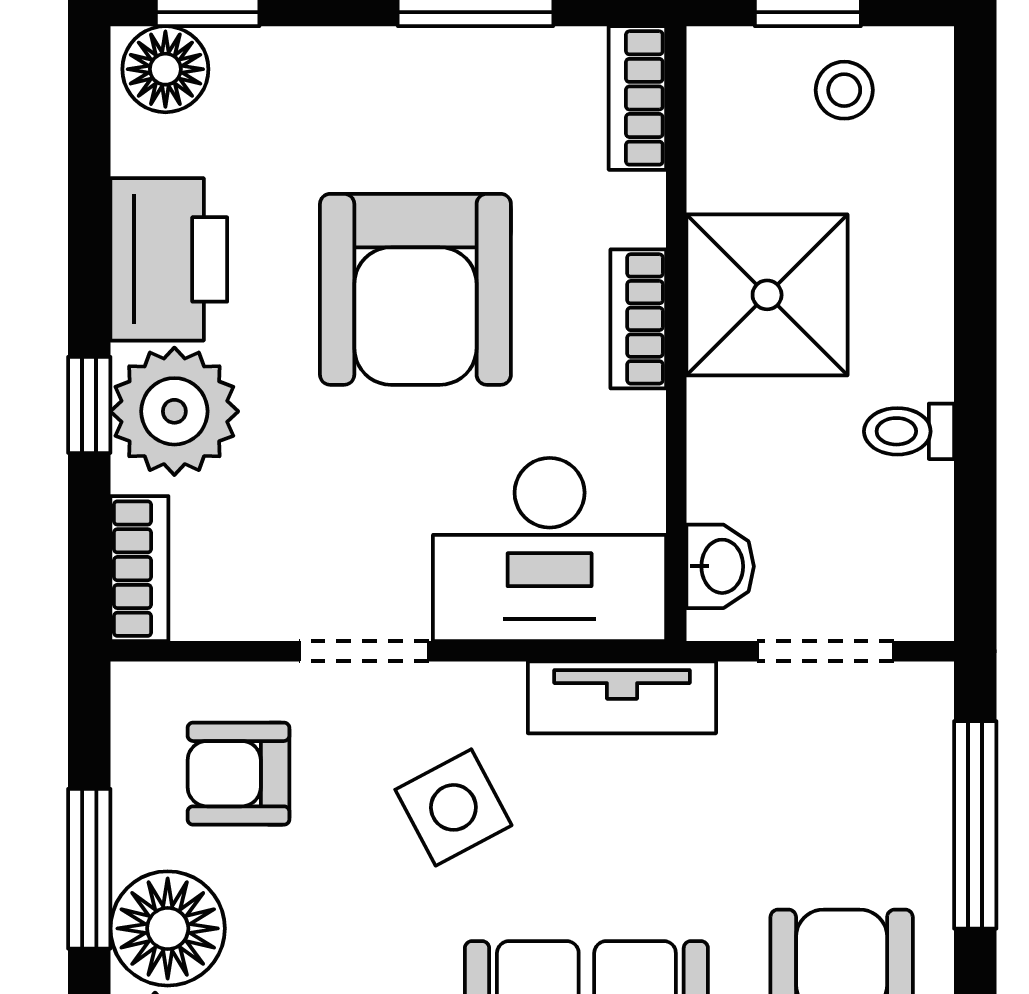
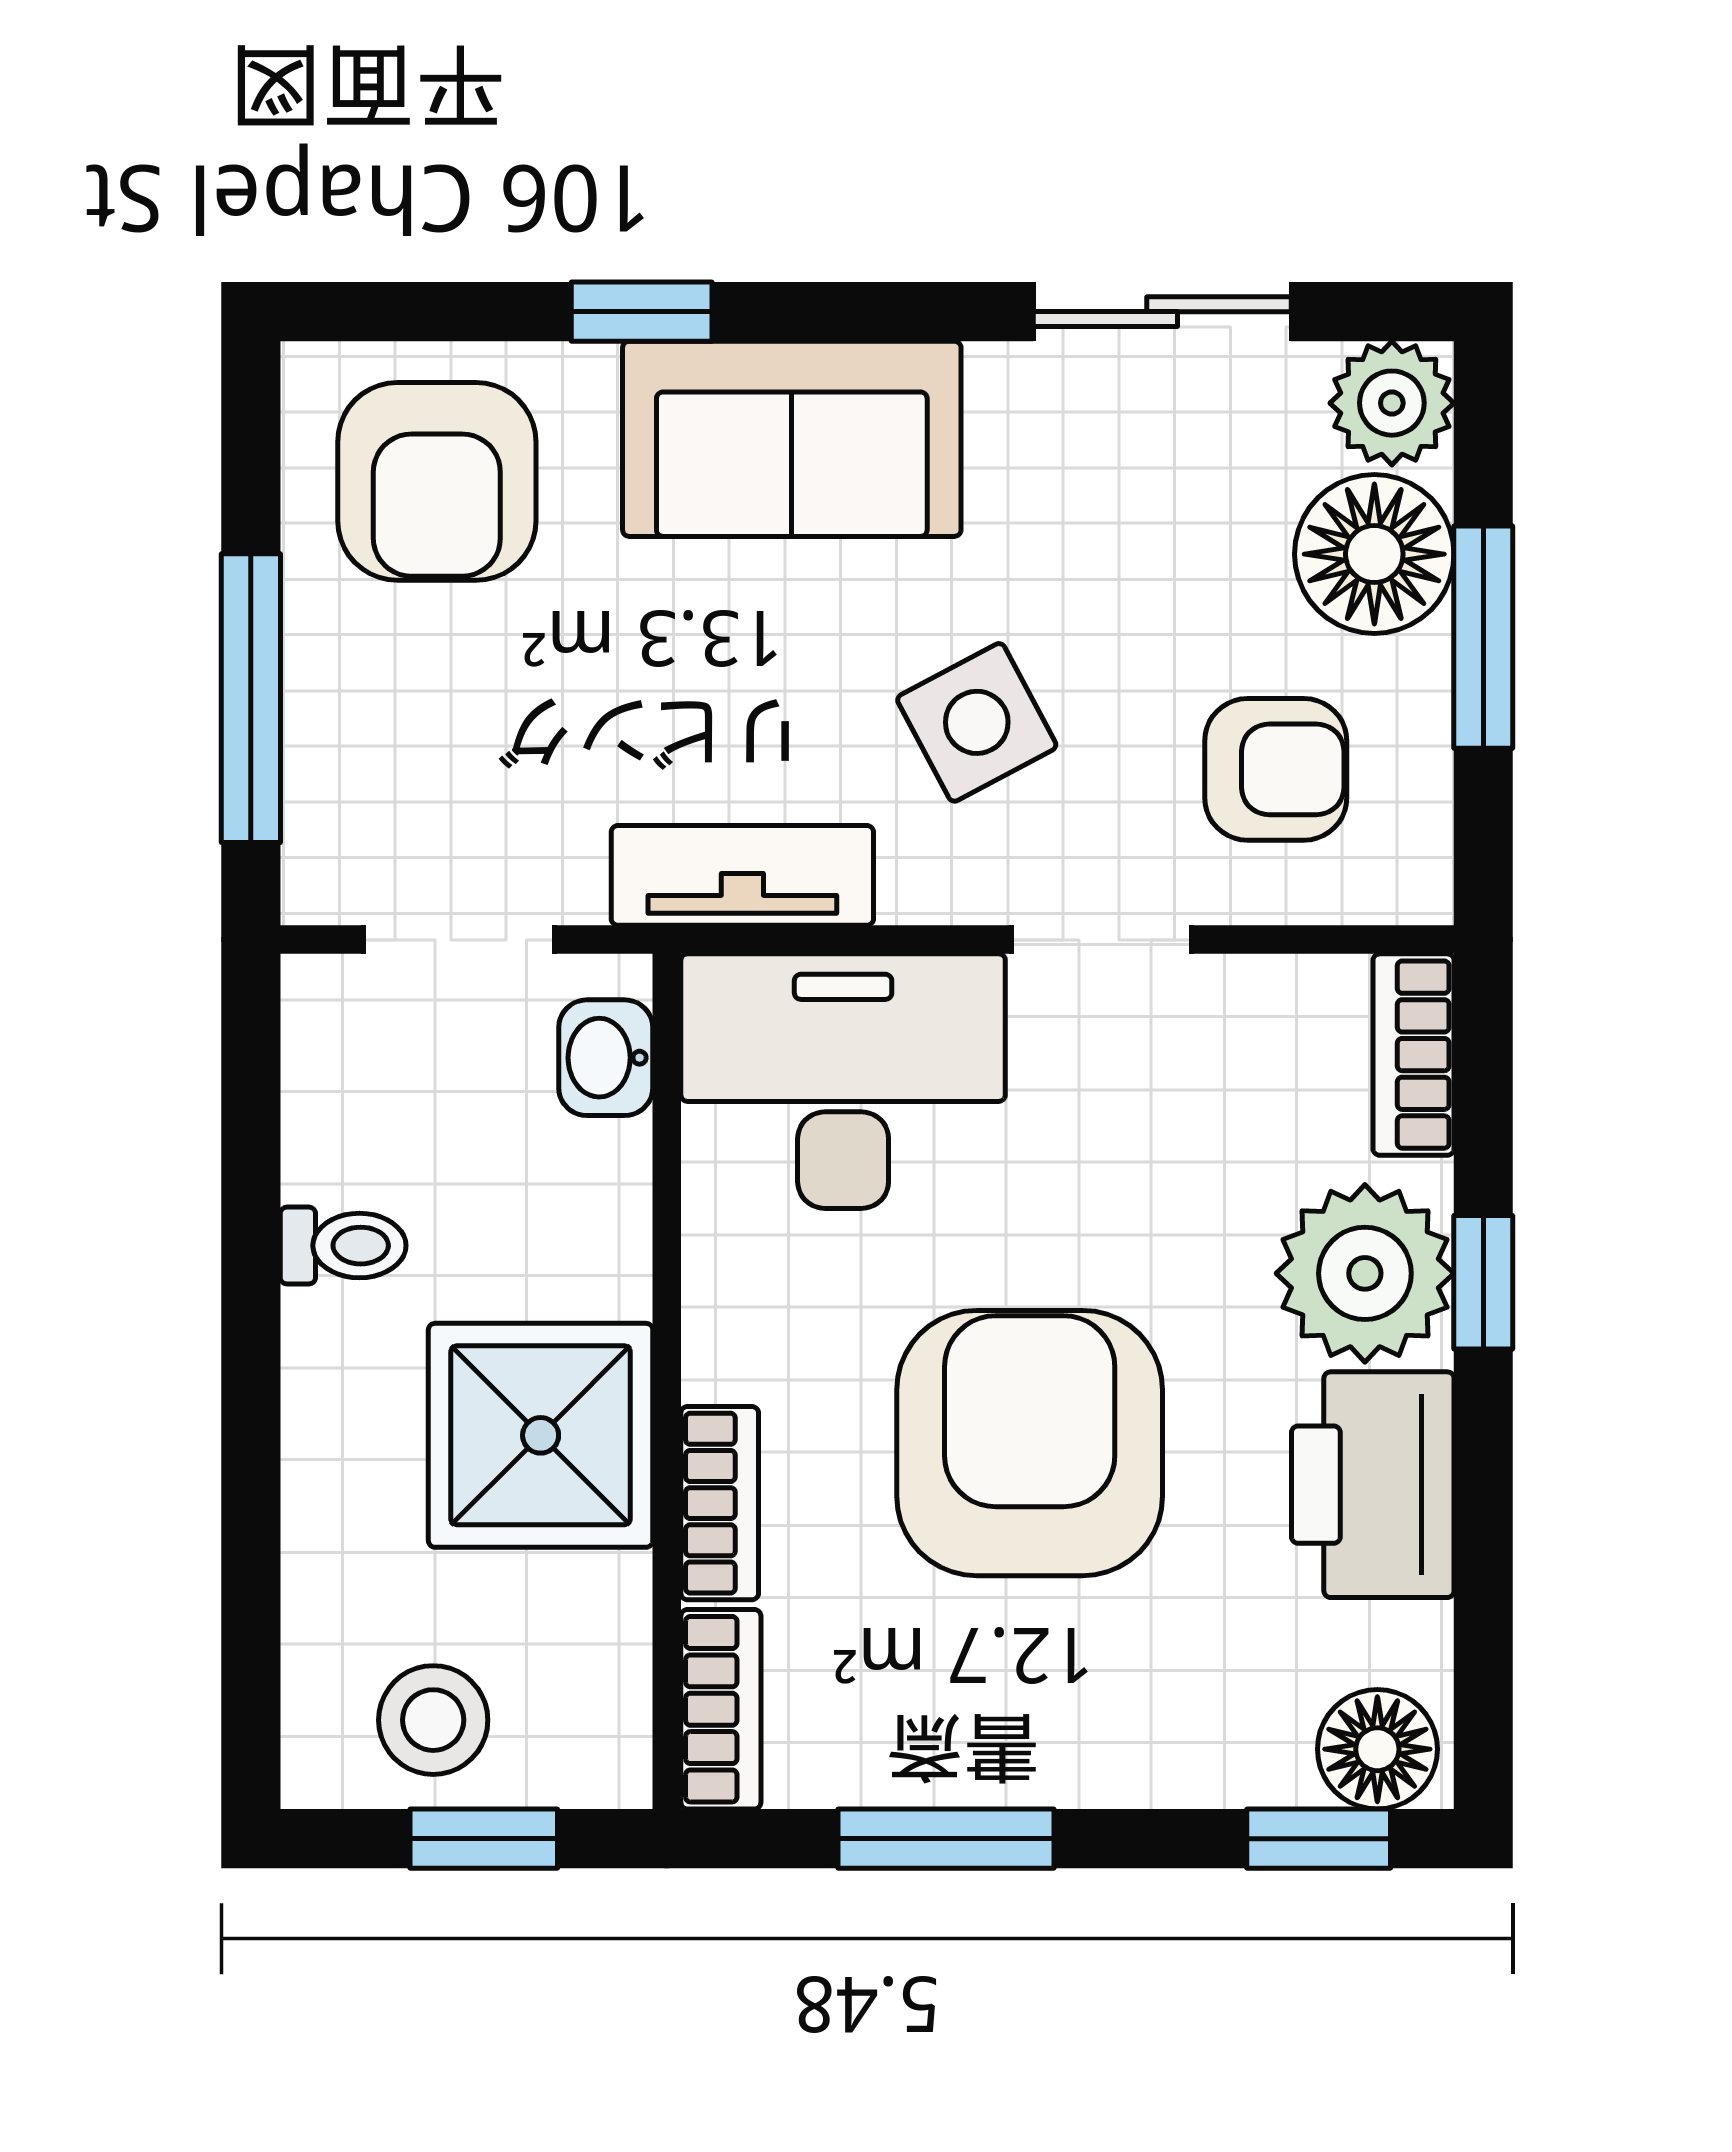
stool: (844, 90) -> (433, 1720), width x1.37, depth x1.37
bookcase: (638, 319) -> (720, 1503), moved

